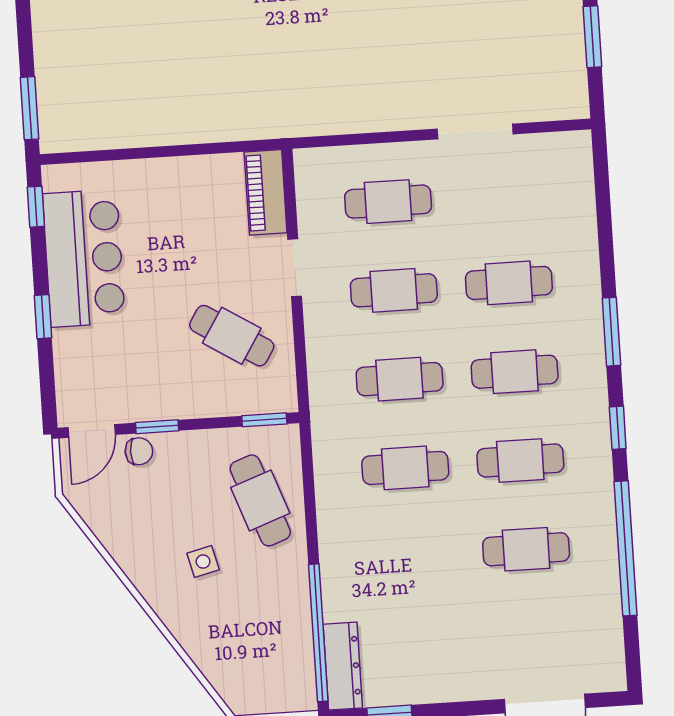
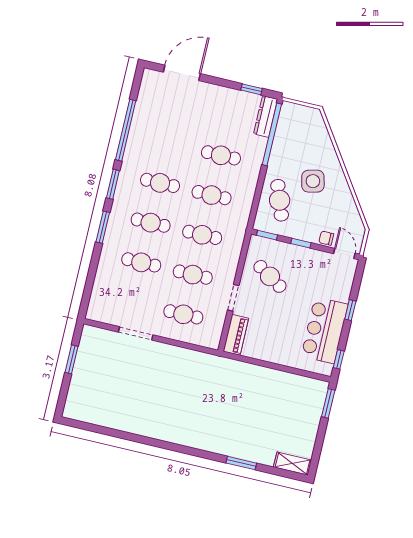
window: (157, 427) -> (301, 243), moved
window: (618, 428) -> (113, 184), width x1.50
door: (92, 431) -> (344, 253), hinge flipped
cafe table: (526, 549) -> (221, 155), moved
side table: (203, 562) -> (313, 181), width x1.87, depth x1.87

